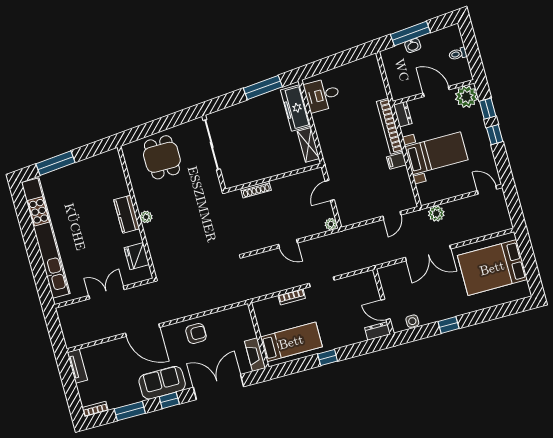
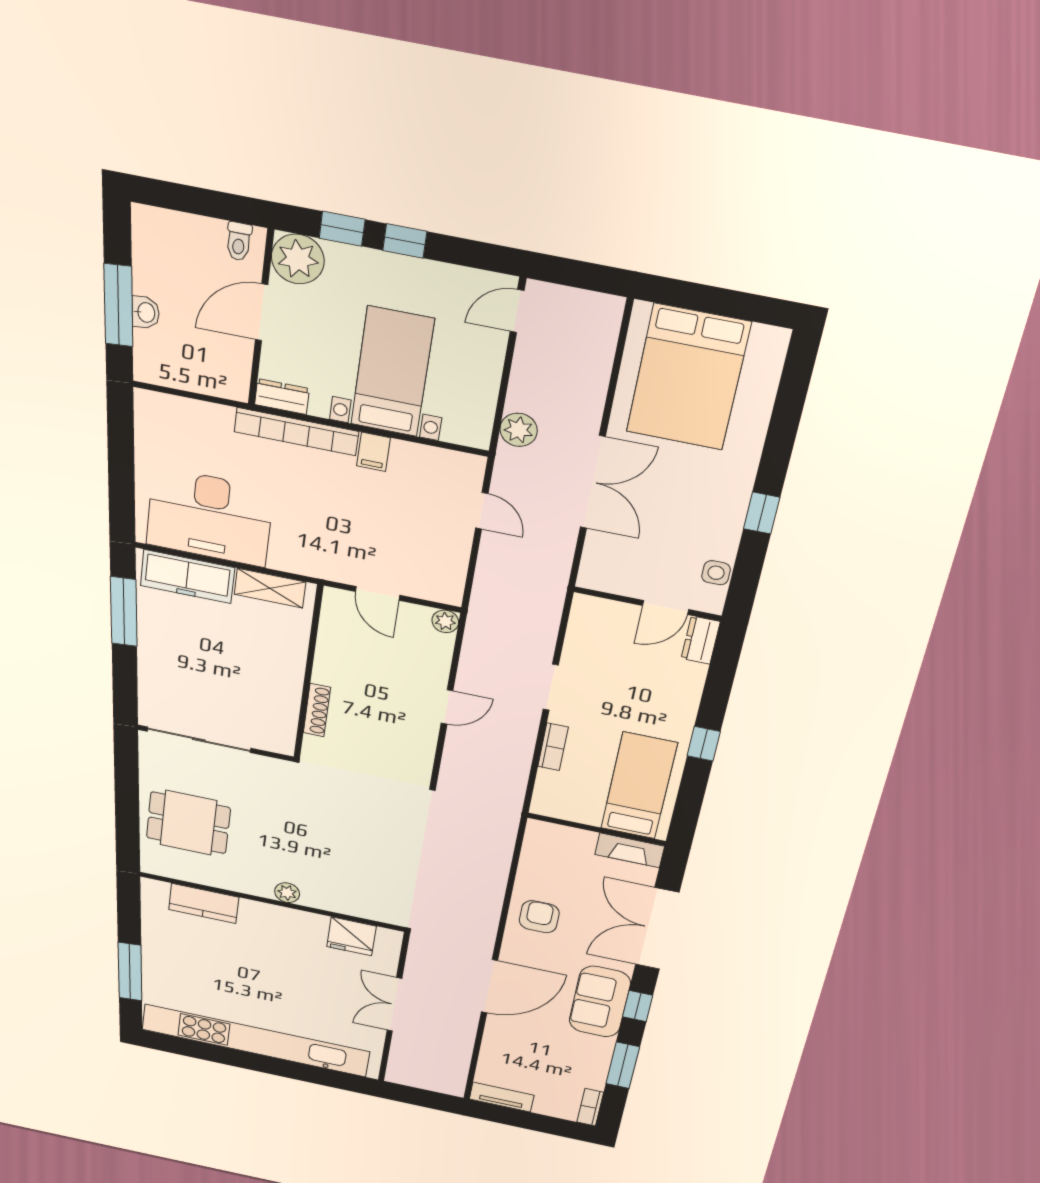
toilet: (458, 54) -> (239, 241), moved
desk: (322, 95) -> (210, 517), width x1.87, depth x1.30
kitchen counter: (127, 214) -> (204, 903), moved

